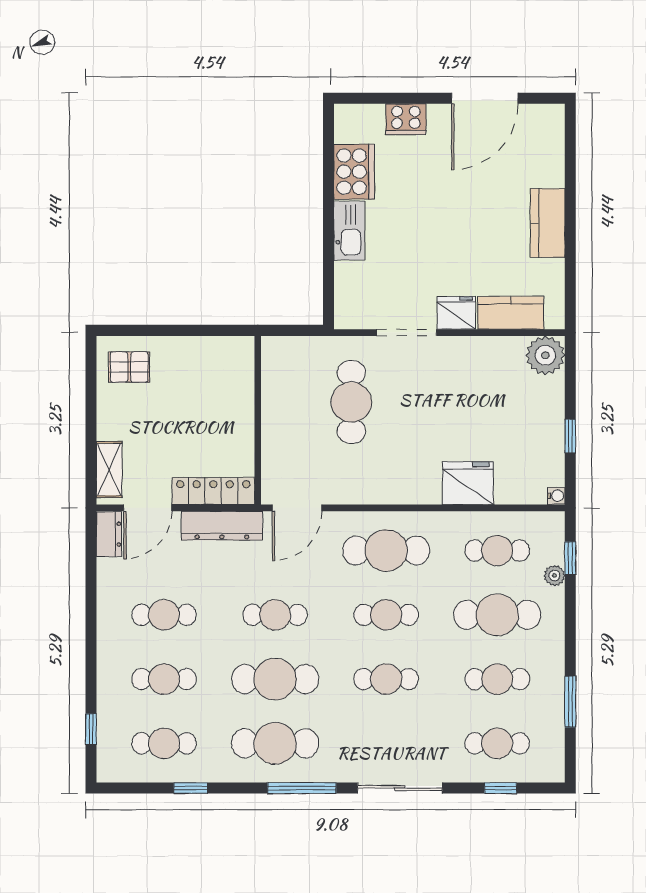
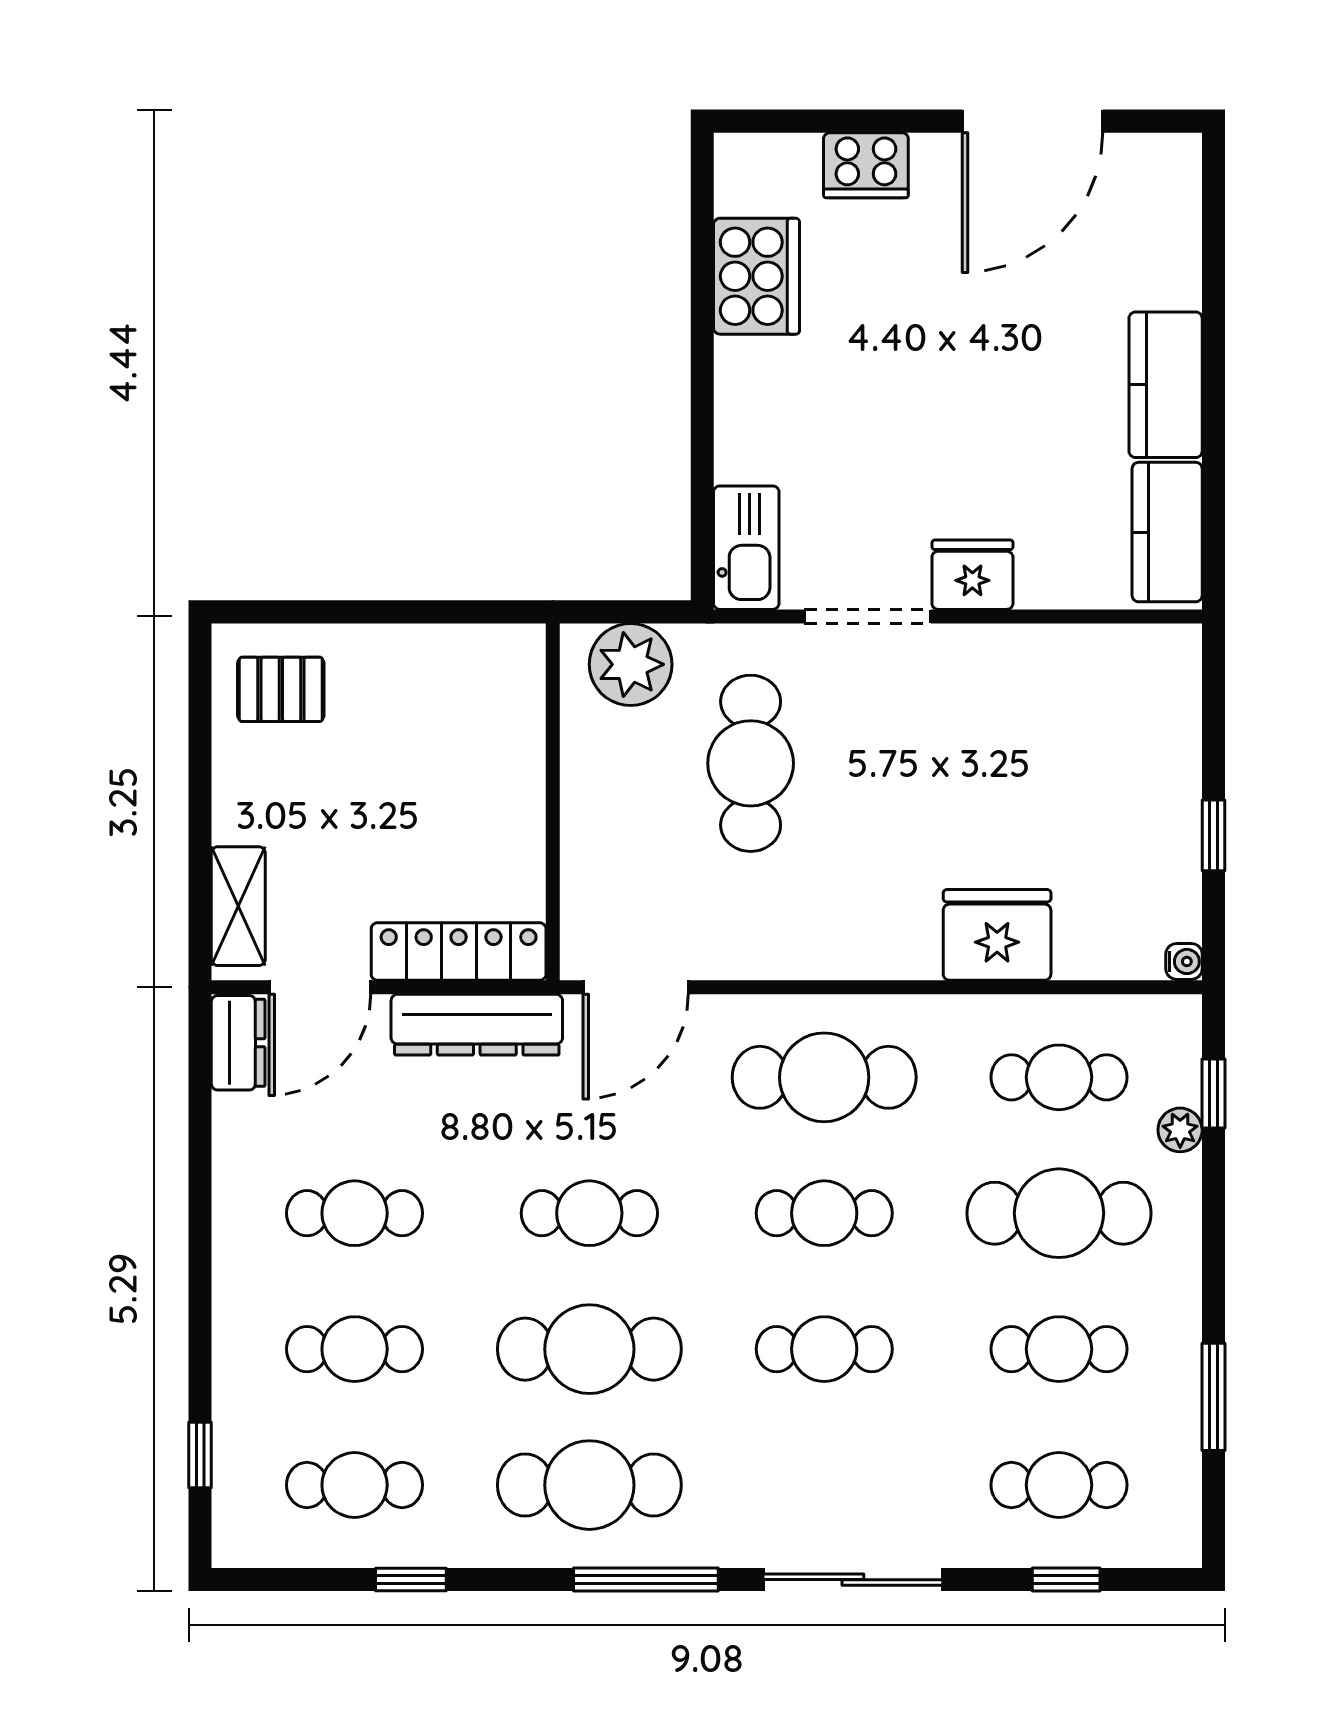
kitchen sink: (349, 231) -> (746, 548), moved
kitchen counter: (511, 313) -> (1167, 532), moved, turned -90
plant: (545, 355) -> (631, 664), moved

